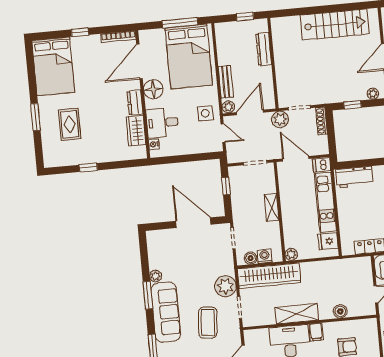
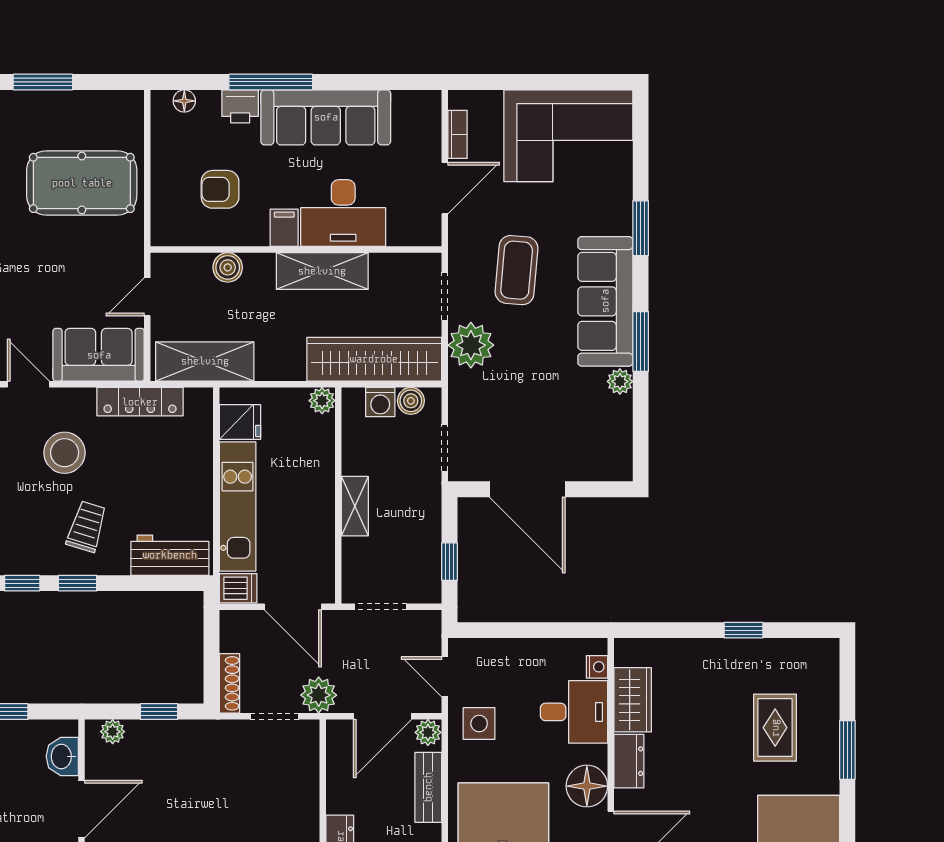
shelving: (347, 267) -> (205, 361), added

